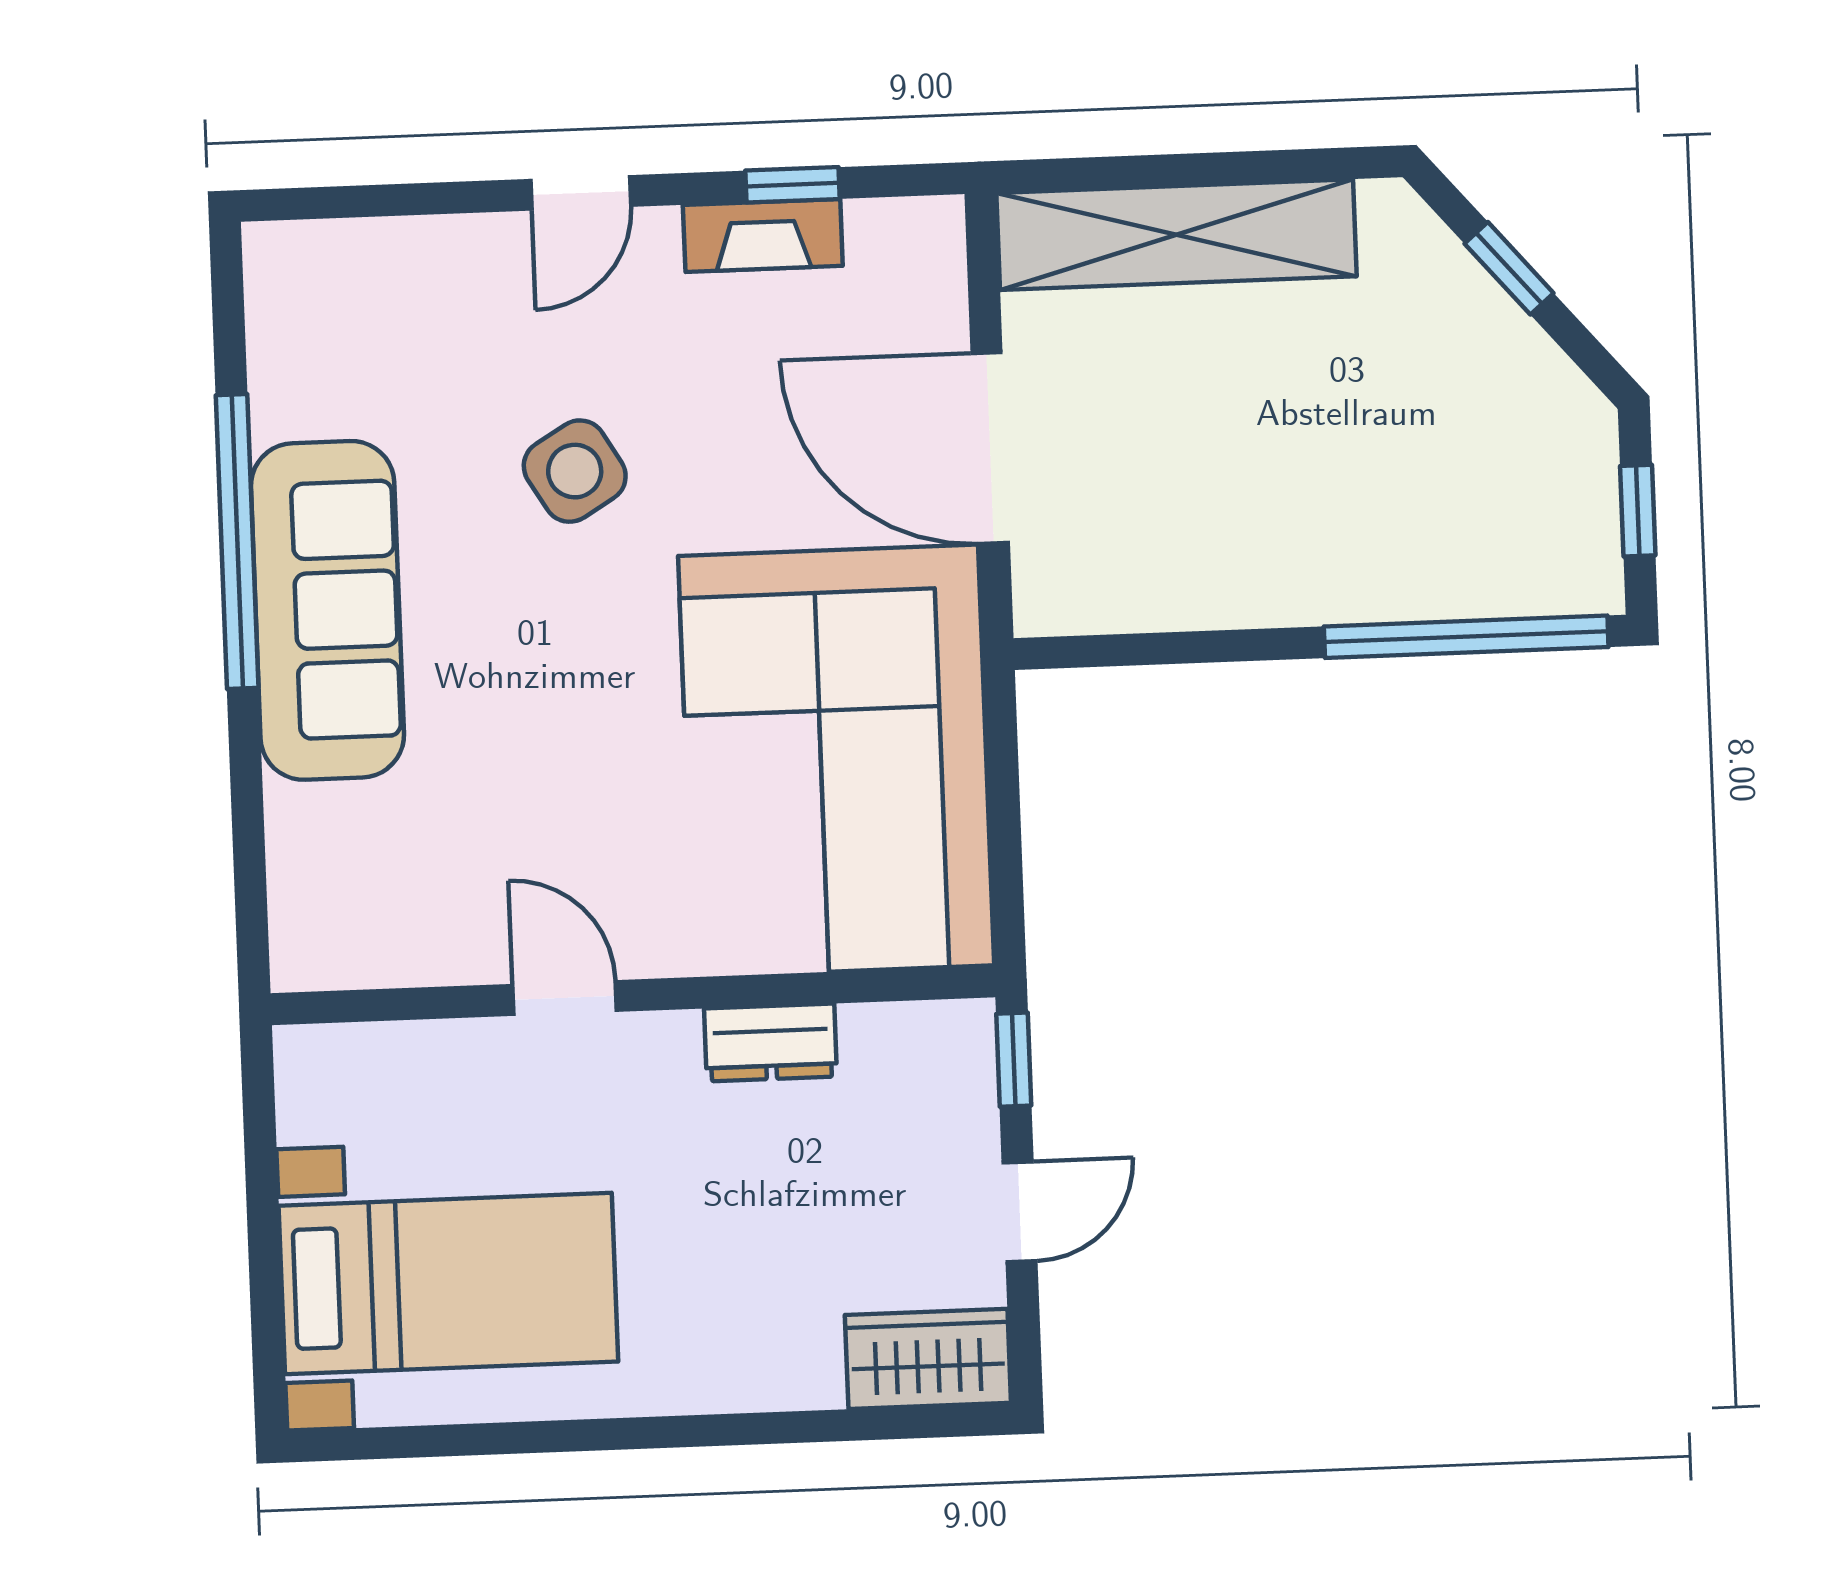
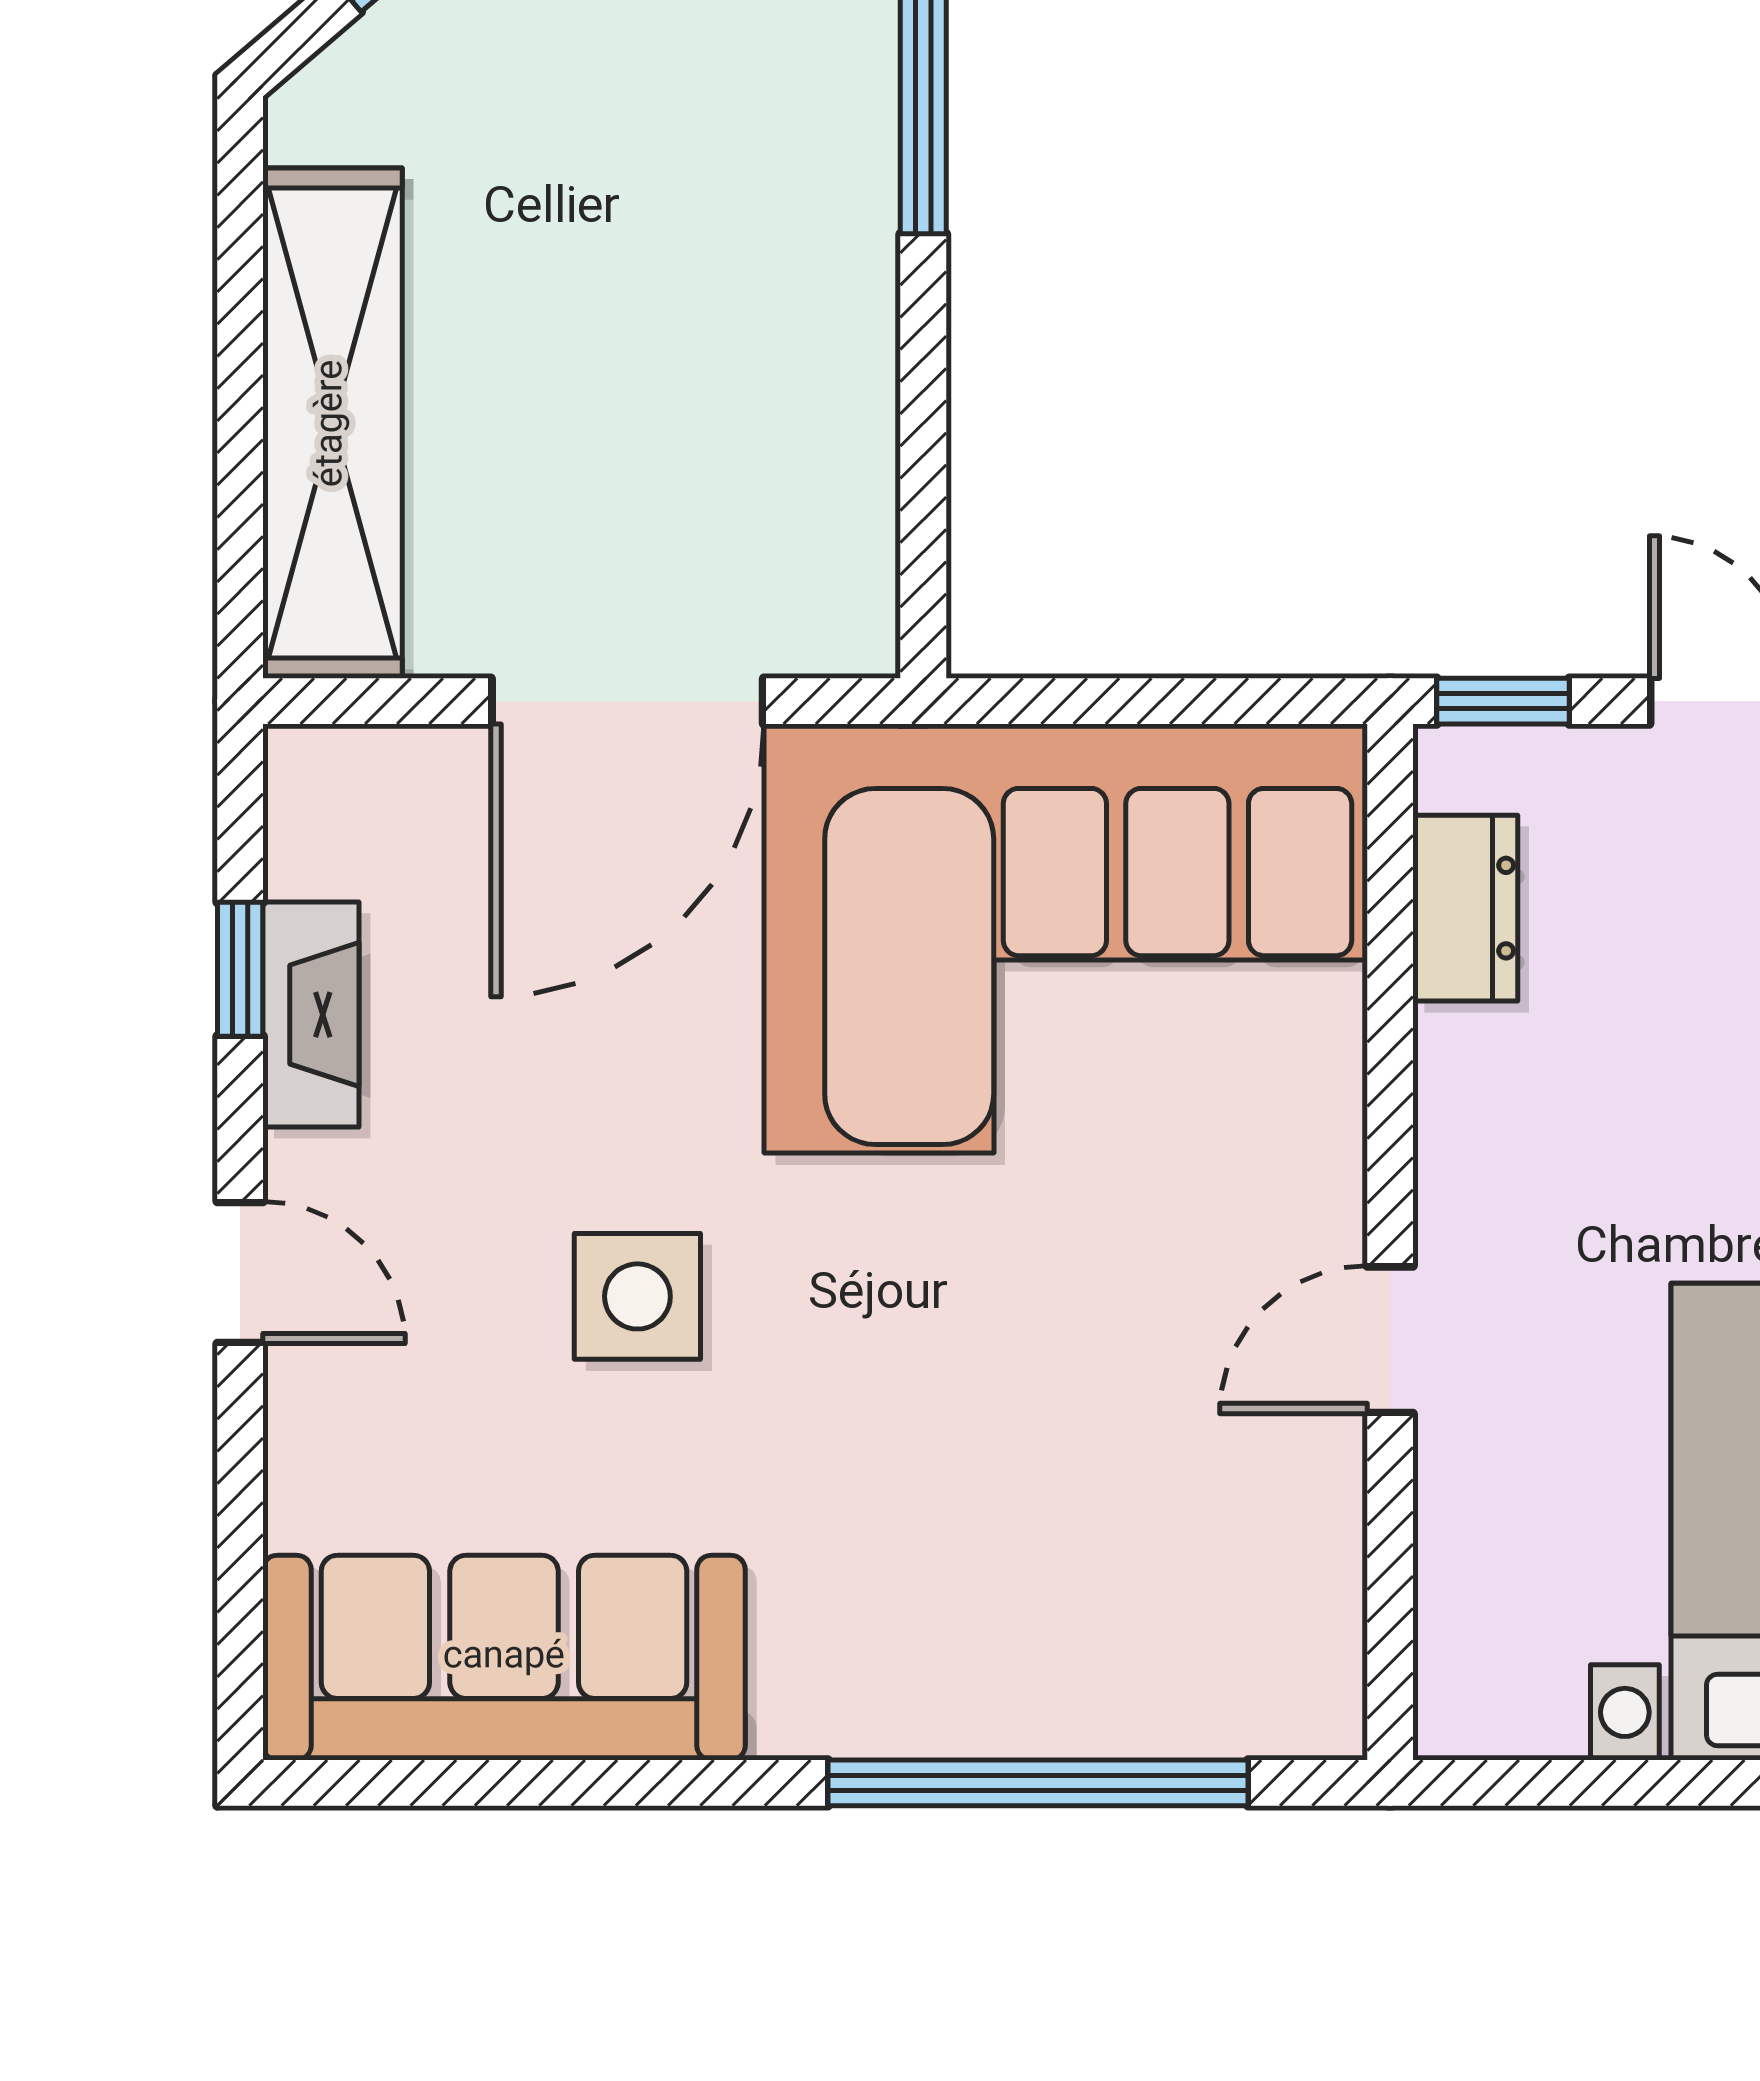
side table: (575, 471) -> (637, 1296), turned 31
window: (237, 542) -> (1038, 1783), moved
sofa: (327, 610) -> (504, 1658), moved
dresser: (771, 1043) -> (1465, 908), moved

